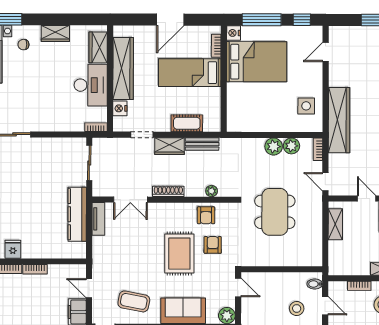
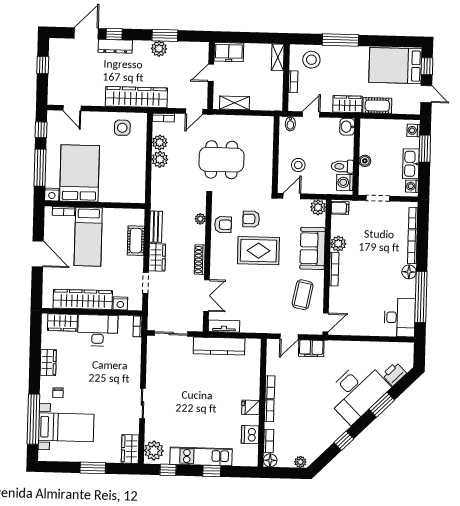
stool: (297, 309) -> (298, 165), moved

